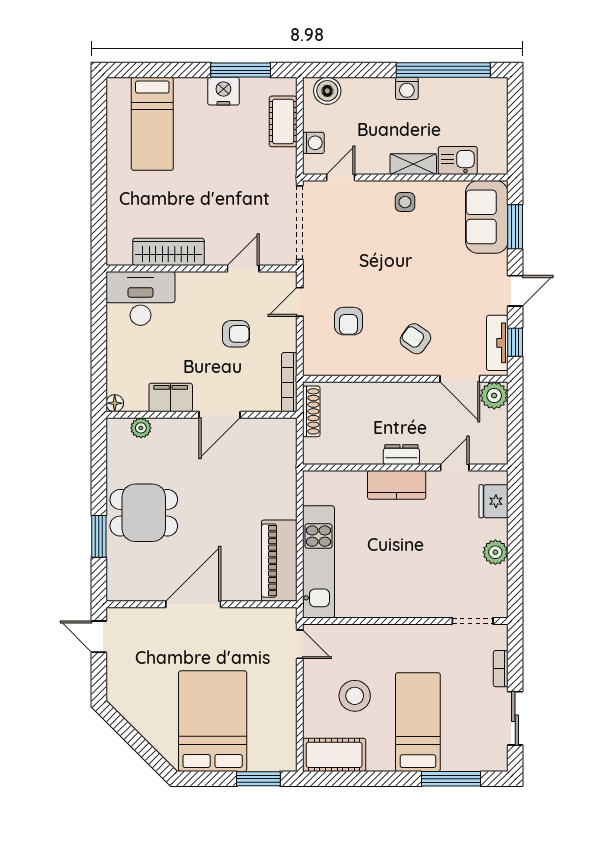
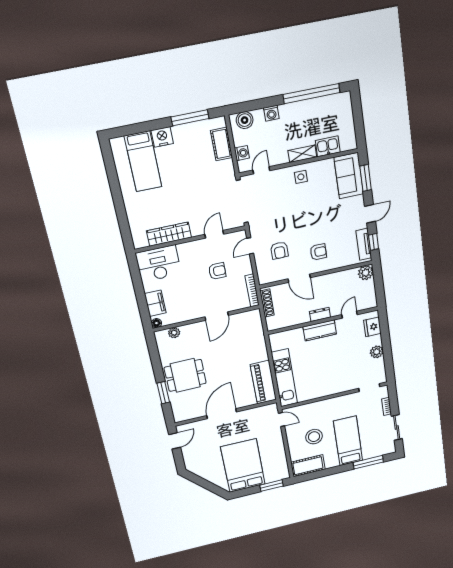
washing machine: (407, 88) -> (271, 113), moved
nightstand: (223, 91) -> (162, 137), moved
armchair: (415, 339) -> (318, 252), turned 145
door: (460, 379) -> (299, 278), moved
filing cabinet: (171, 398) -> (155, 303), moved, turned 90
door: (99, 637) -> (175, 441), swing flipped

